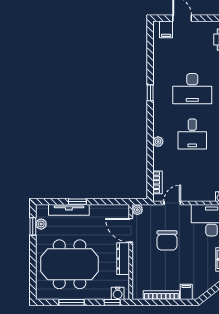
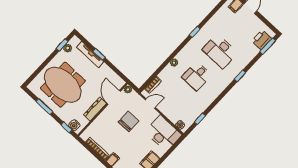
chair: (167, 240) -> (128, 121), turned 180

